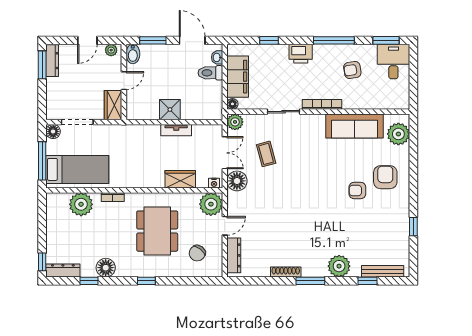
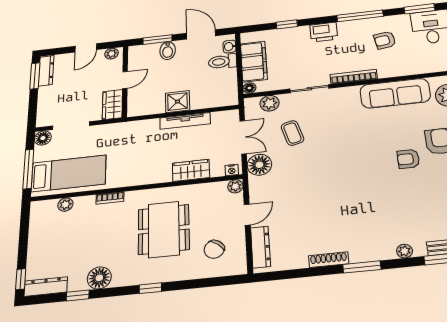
bidet: (133, 54) -> (168, 51), moved
plant: (235, 122) -> (270, 103), moved
tv unit: (176, 130) -> (185, 121), width x1.41
plant: (81, 204) -> (65, 205), width x0.53, depth x0.53
plant: (211, 204) -> (235, 186), width x0.53, depth x0.53
plant: (339, 266) -> (405, 251), width x0.53, depth x0.53

